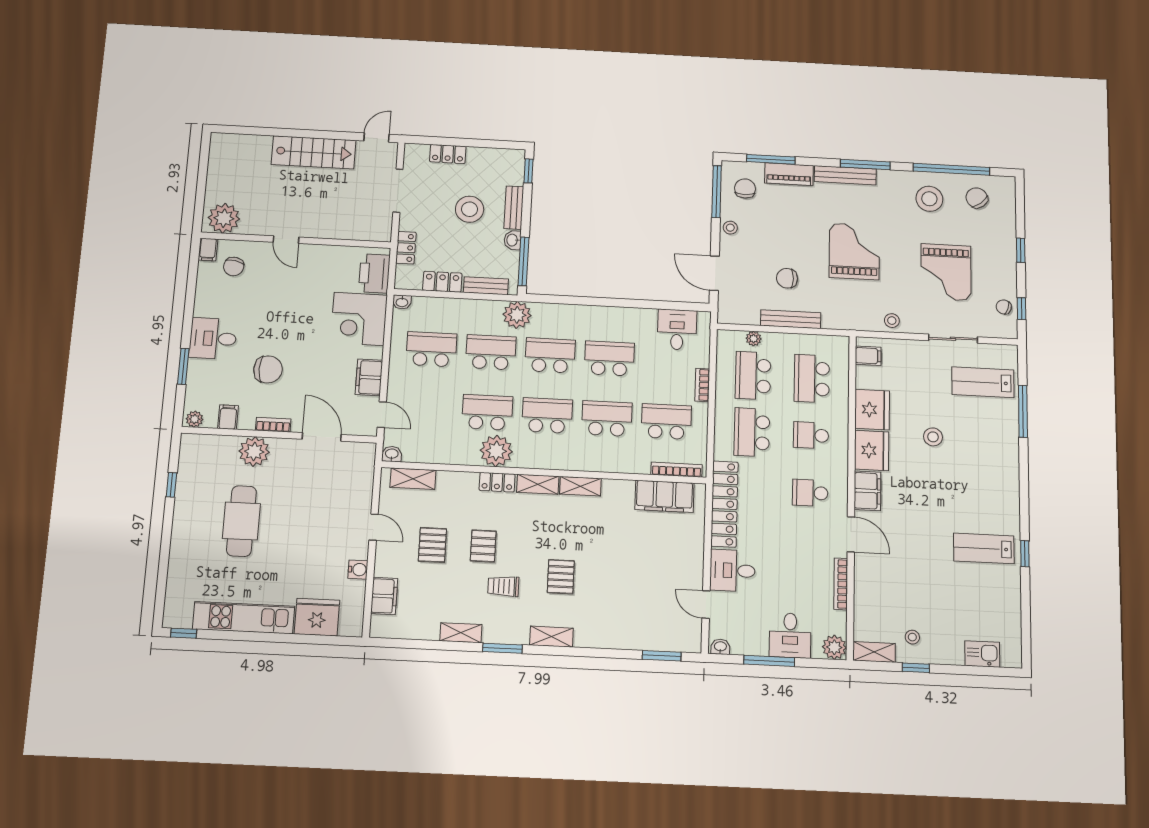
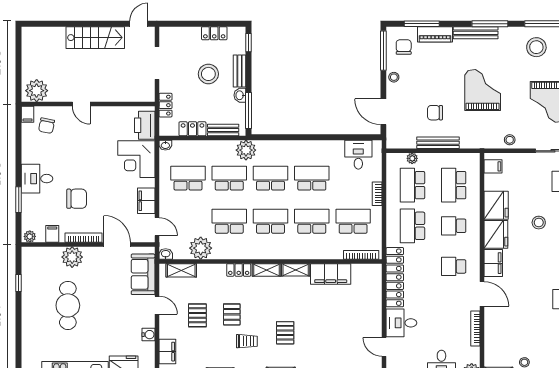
locker: (448, 154) -> (214, 33), moved
bookcase: (273, 425) -> (83, 238), width x1.56
plant: (496, 451) -> (201, 248), moved
sofa: (356, 482) -> (143, 274), added
filing cabinet: (664, 496) -> (331, 274), moved
trolley: (503, 586) -> (247, 341), turned 180

